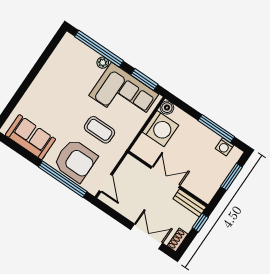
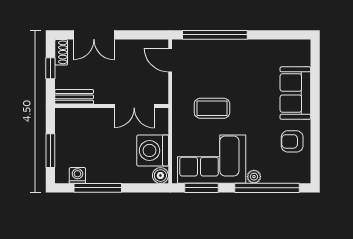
sofa: (30, 137) -> (295, 93), moved, turned 90
armchair: (75, 161) -> (292, 141), moved, width x0.53, depth x0.53
double door: (165, 177) -> (134, 106), moved
window: (200, 223) -> (50, 68), moved

